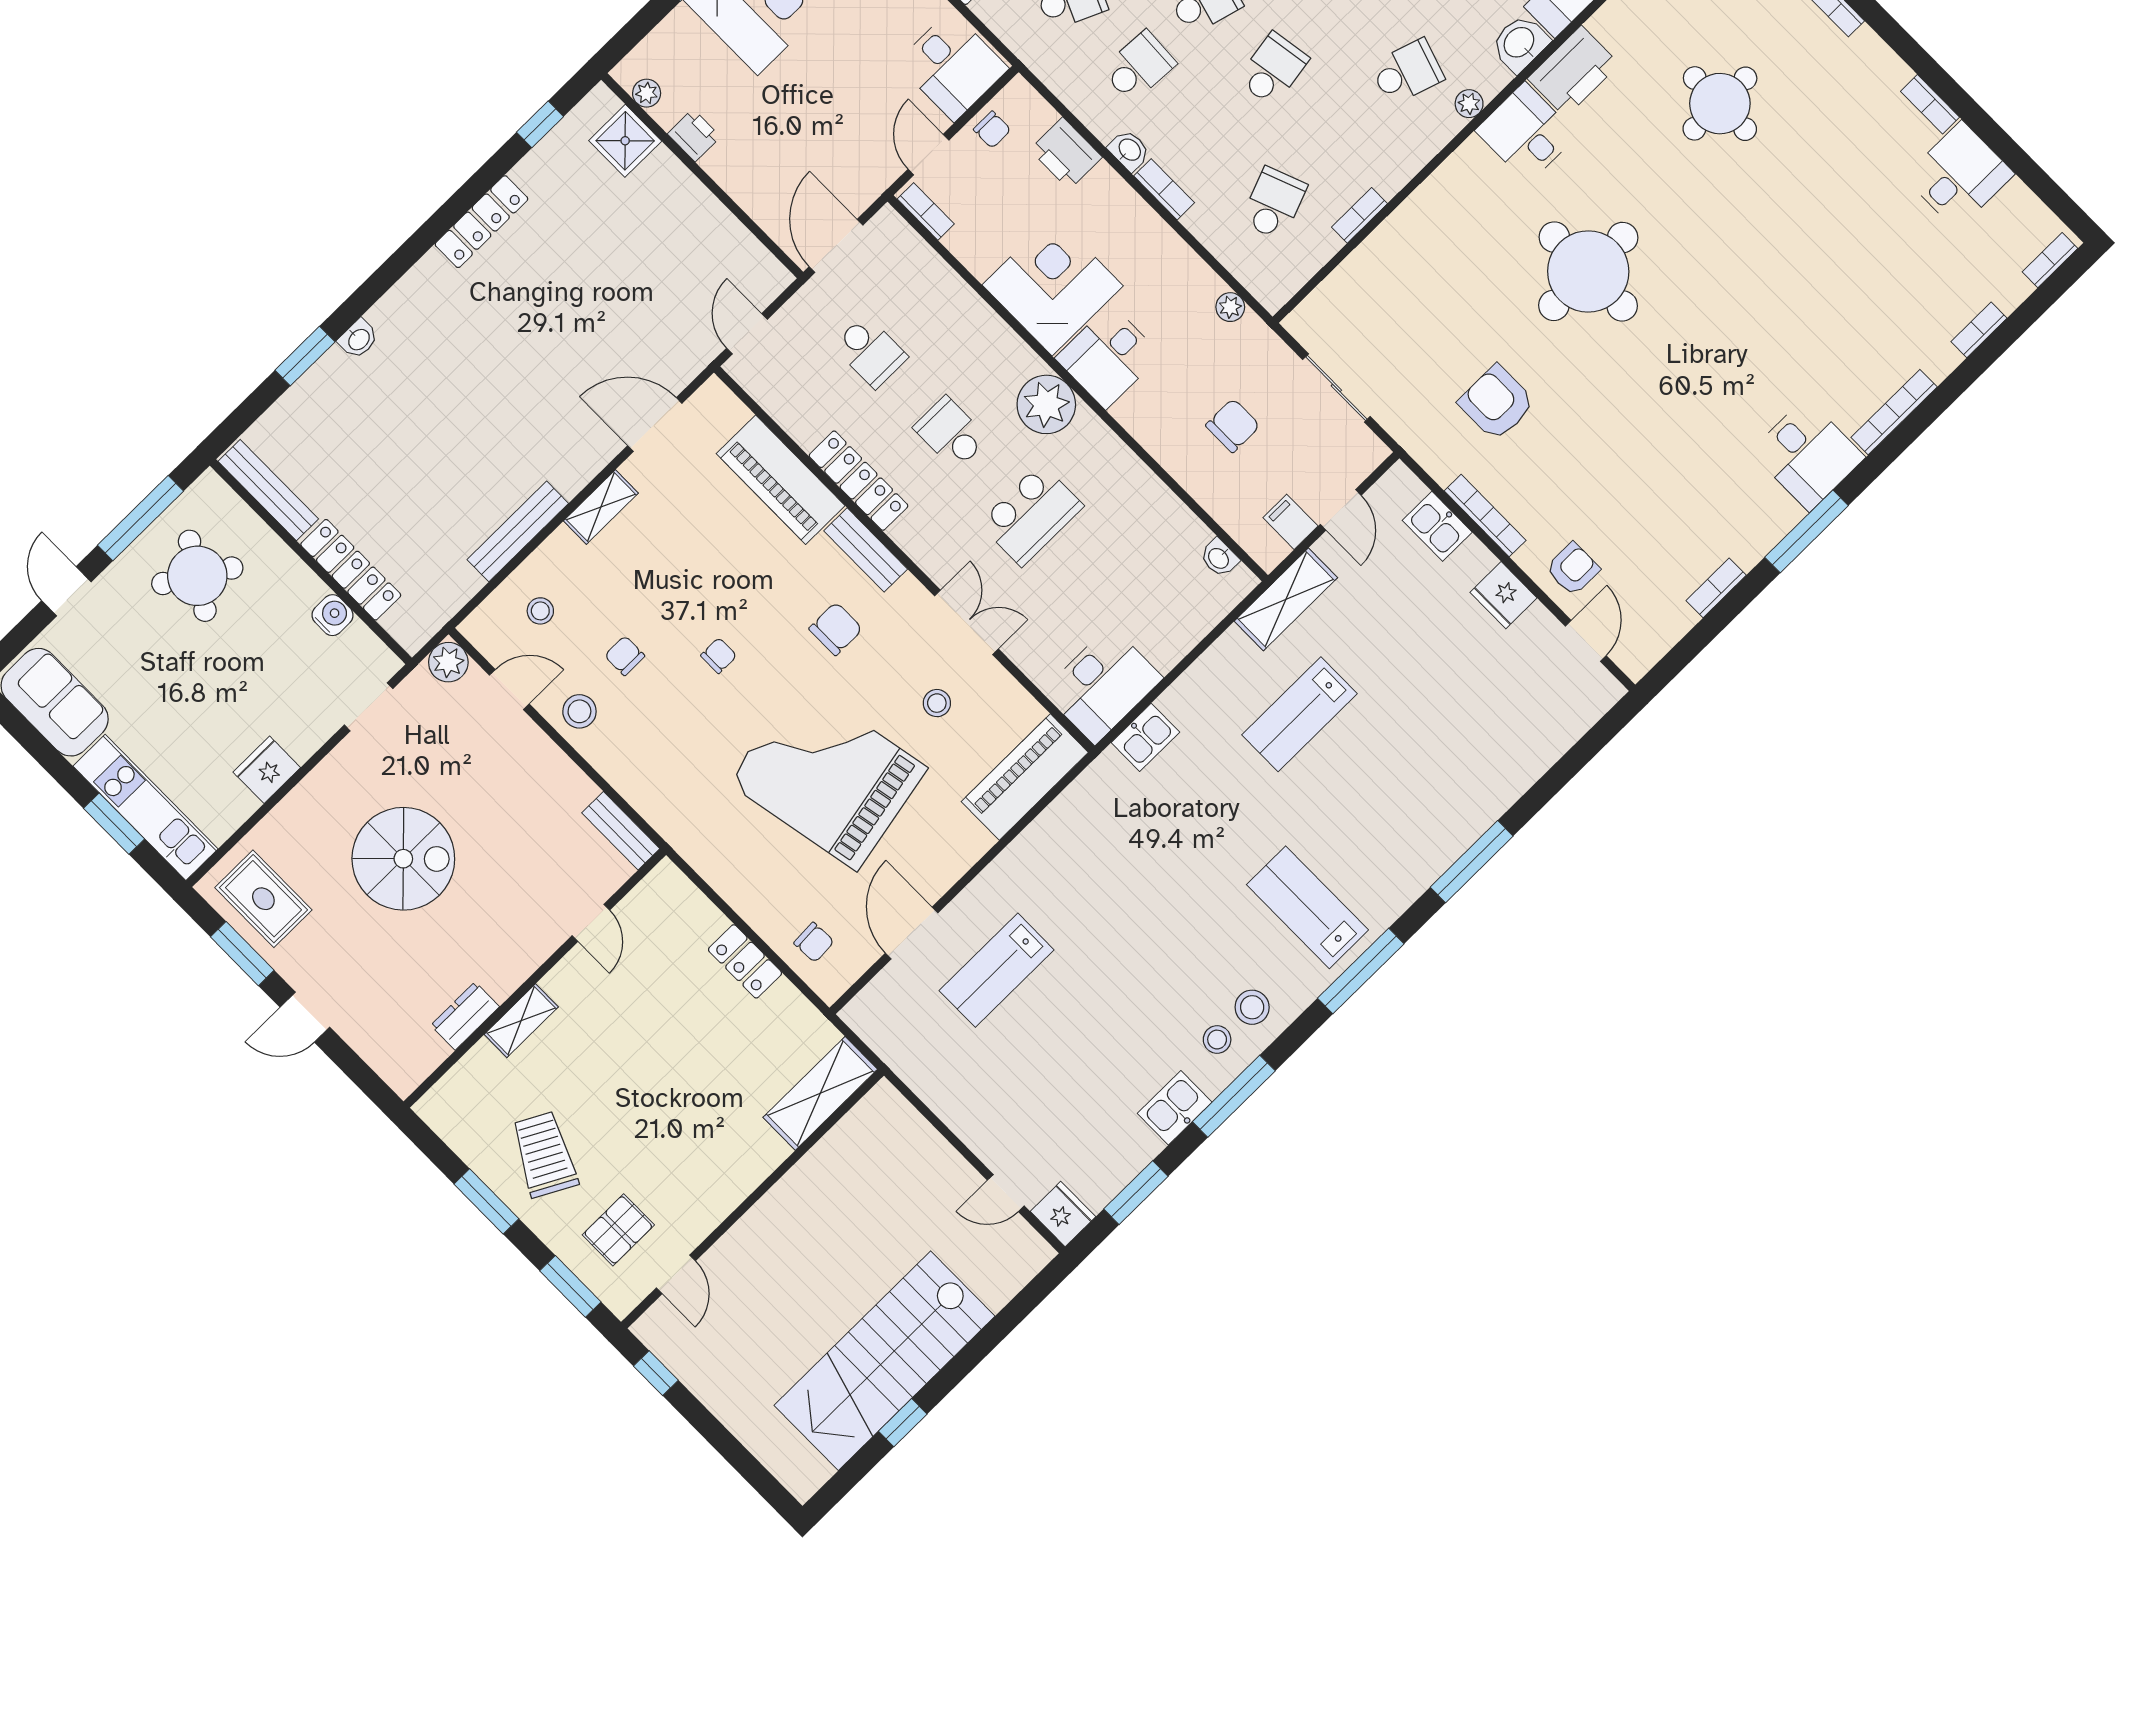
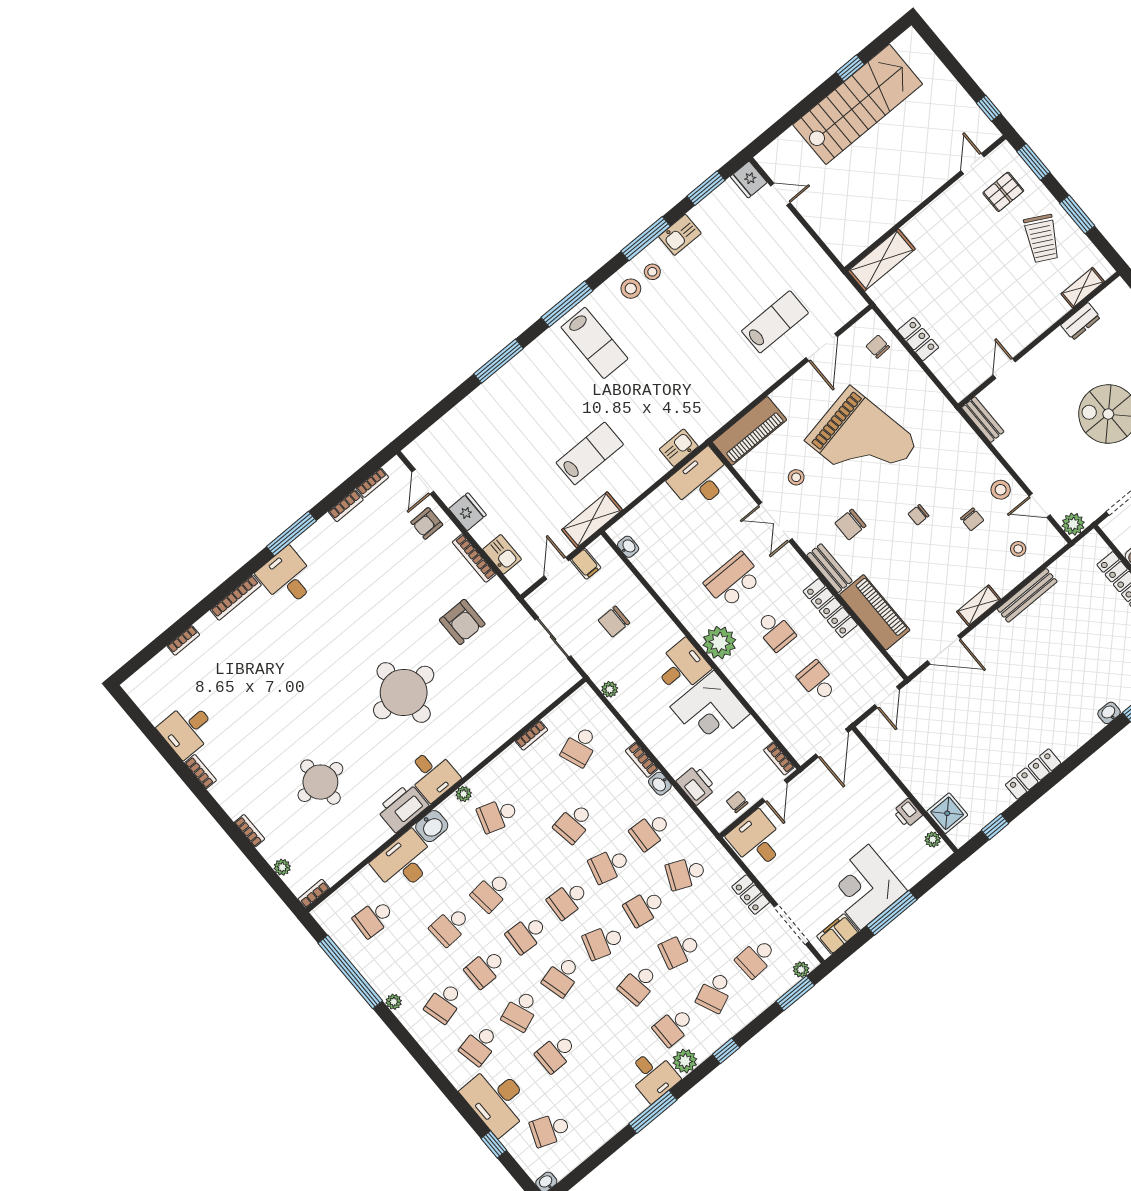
bookcase: (2050, 260) -> (372, 483), moved
shelving: (521, 1021) -> (1083, 288), moved

